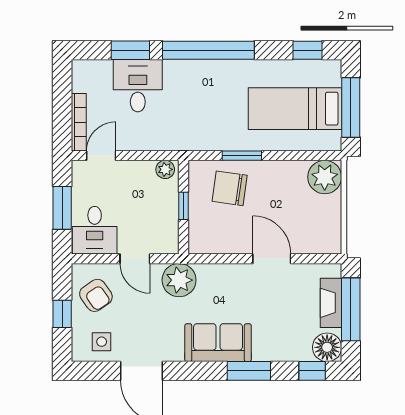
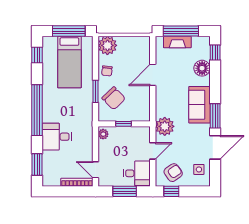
window: (130, 50) -> (37, 165), moved
desk: (138, 86) -> (57, 137), moved
chair: (279, 176) -> (107, 71), added
chair: (230, 188) -> (114, 98), turned -52
window: (62, 314) -> (171, 191), moved
floor lamp: (327, 347) -> (202, 68), moved
window: (249, 371) -> (215, 116), moved

